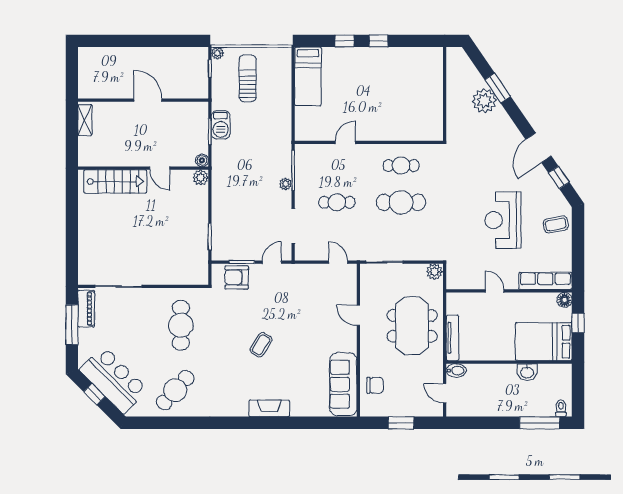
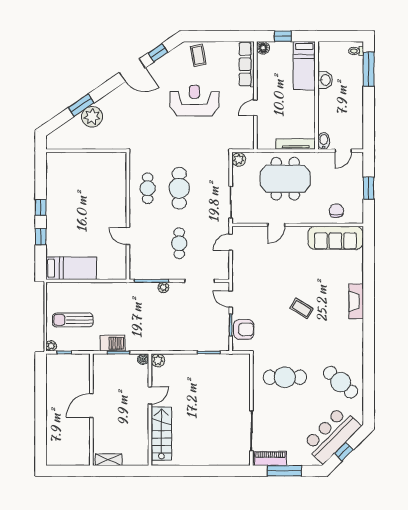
reception desk: (503, 220) -> (195, 101), turned 180
armchair: (237, 277) -> (244, 329), turned -90
bed: (544, 342) -> (304, 66), width x0.67

